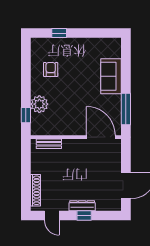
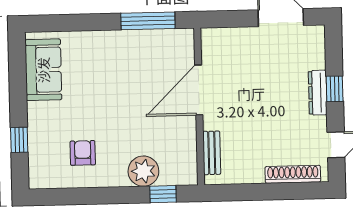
armchair: (51, 69) -> (83, 153), turned 90
sofa: (111, 76) -> (43, 70), moved, turned -90
door: (101, 137) -> (199, 90), moved

